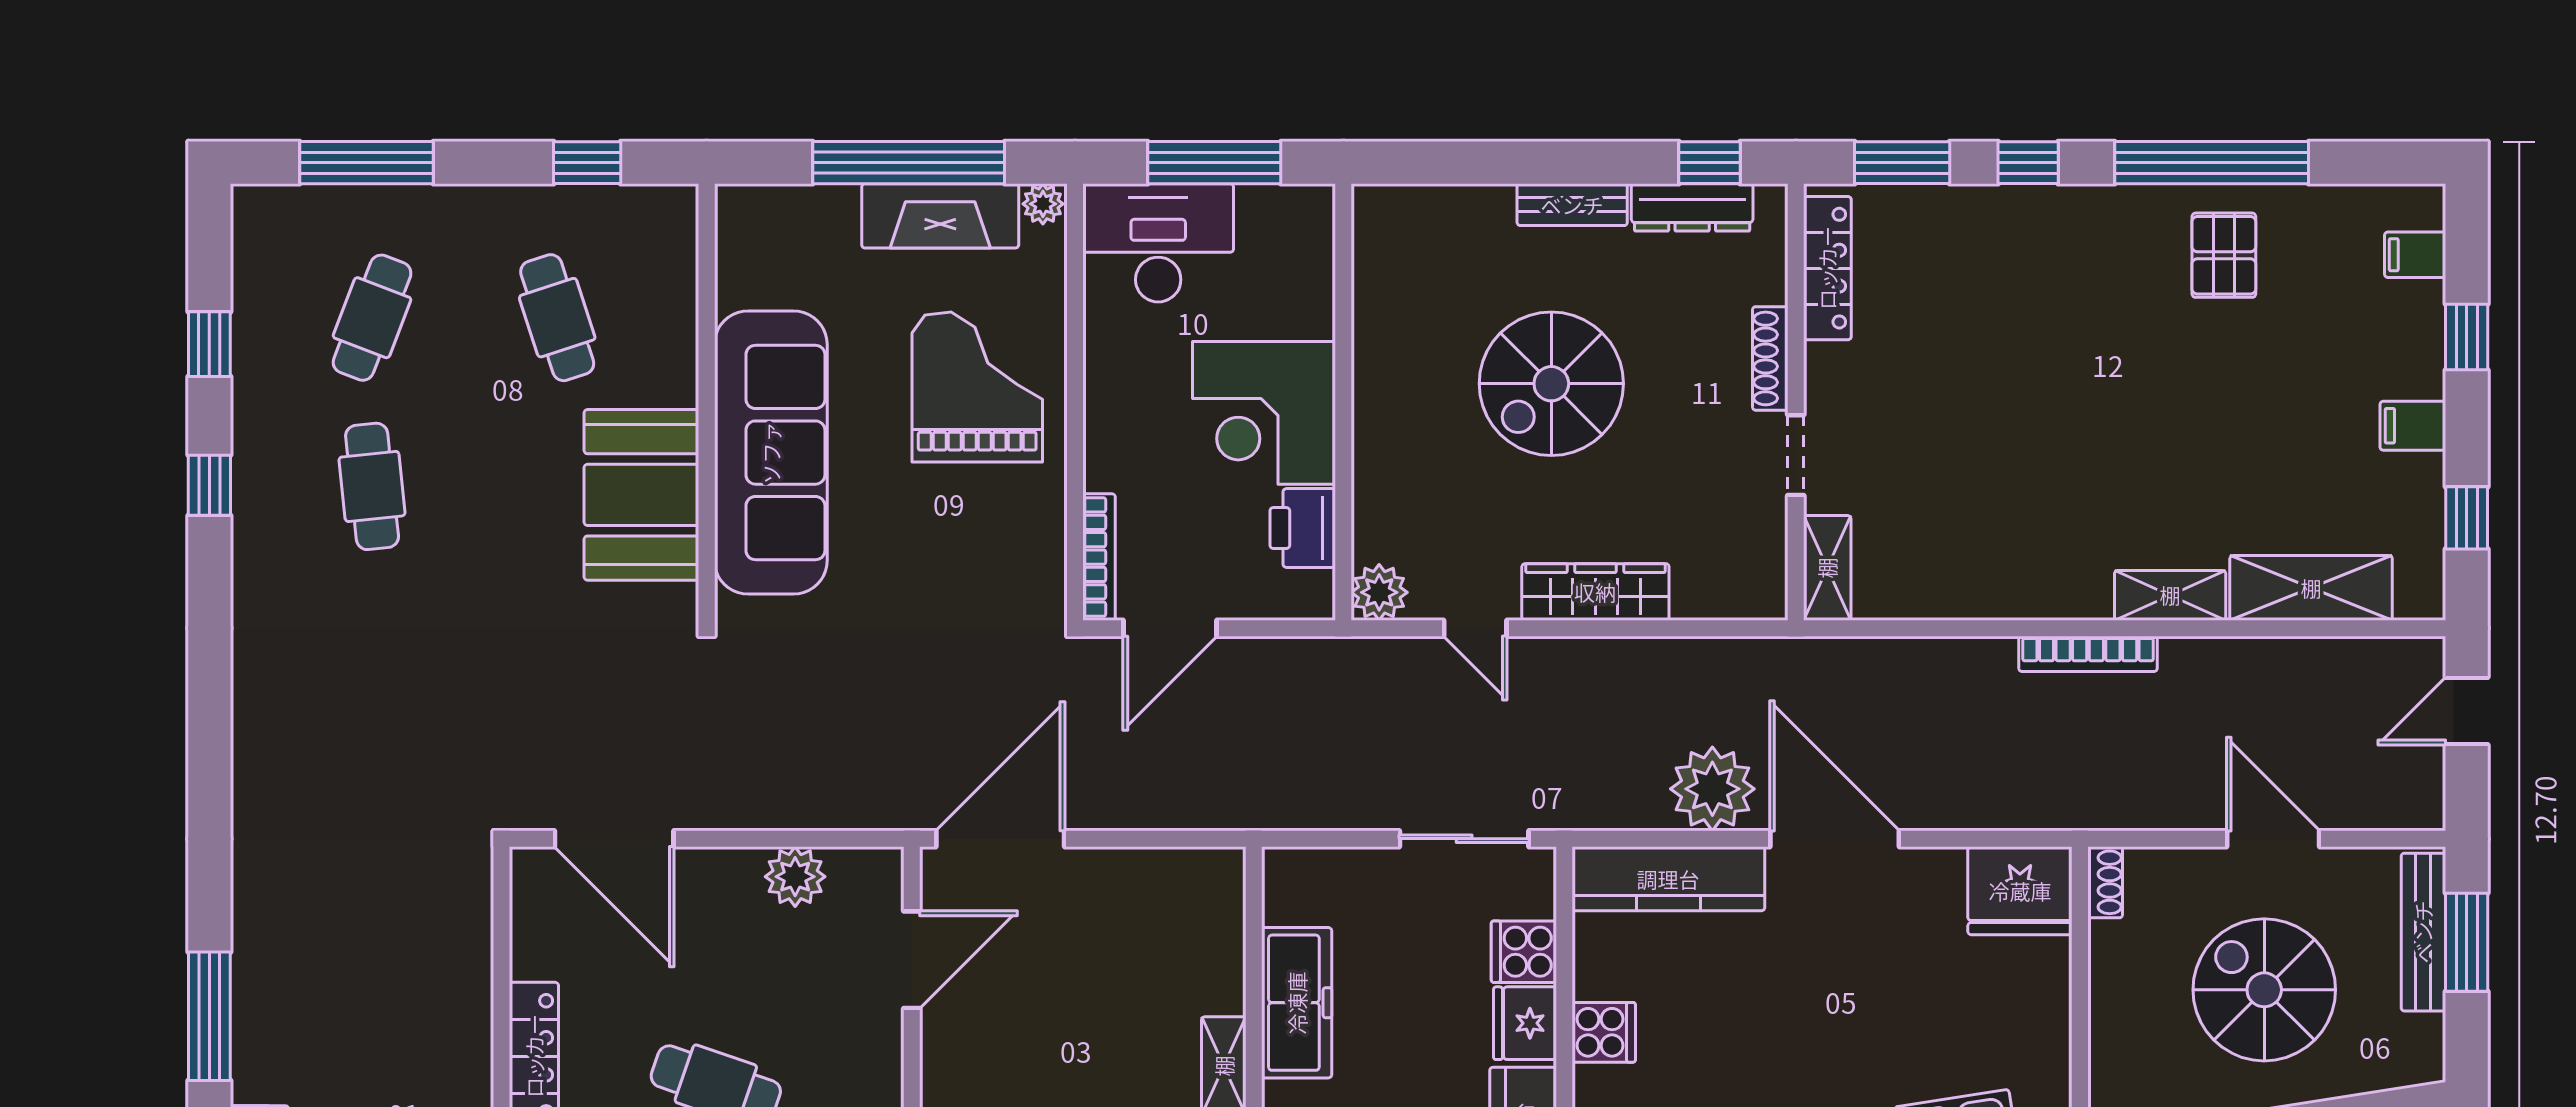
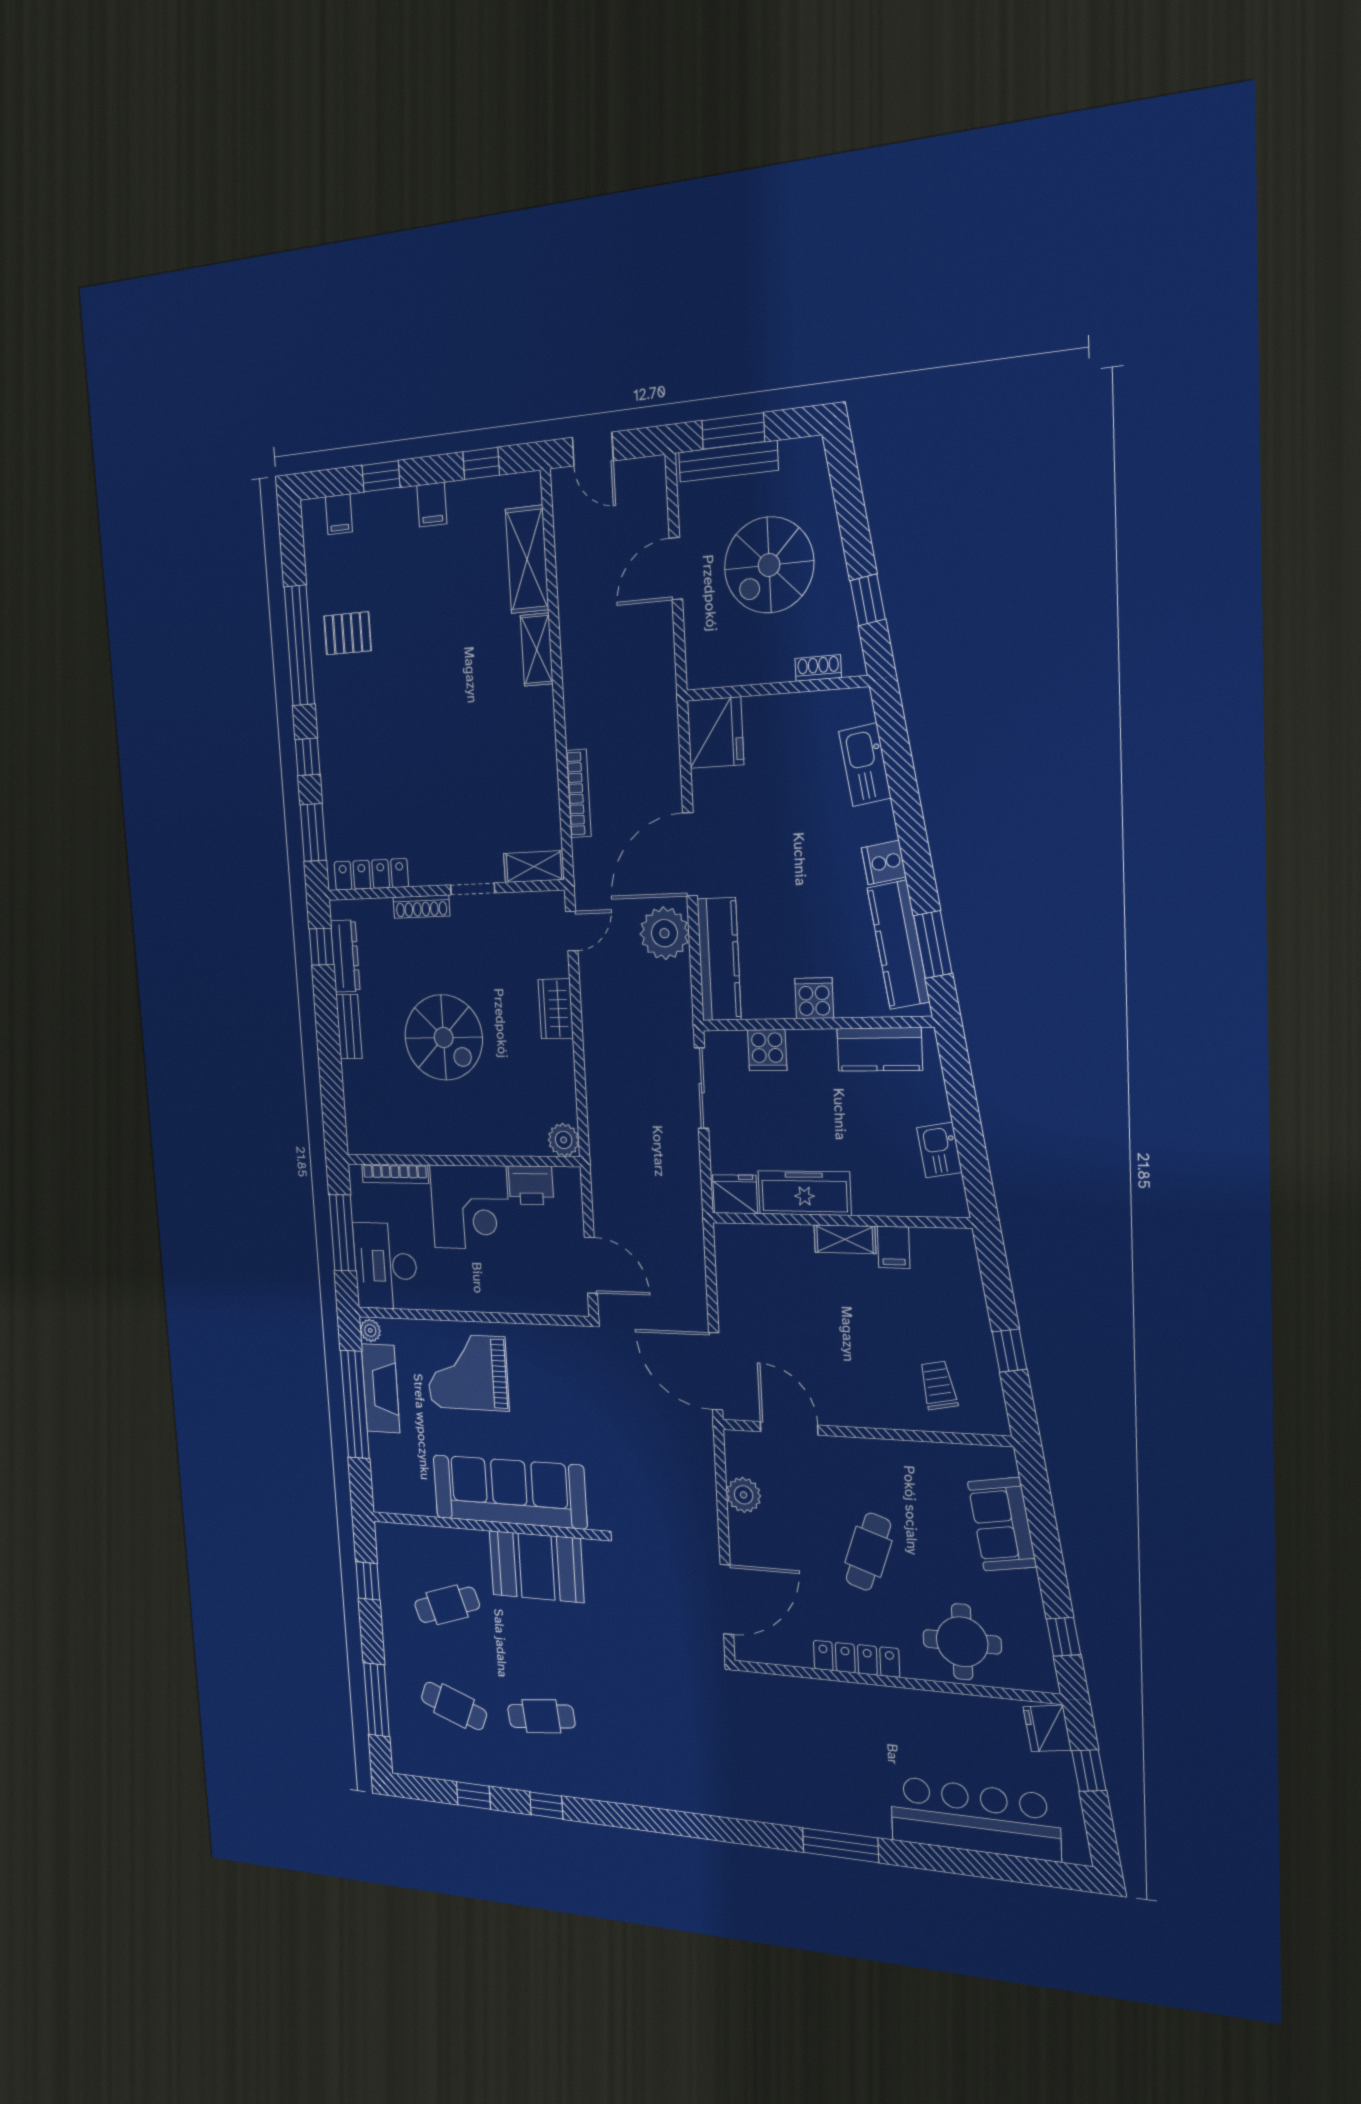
bookcase: (1099, 557) -> (395, 1174), moved, turned 180
wardrobe: (1595, 592) -> (556, 1009), width x0.67
door: (1475, 628) -> (572, 931), moved
bookcase: (2088, 654) -> (578, 793), moved
shoe rack: (2105, 882) -> (818, 668), moved
fridge: (1525, 1023) -> (735, 1194), moved, turned 180

